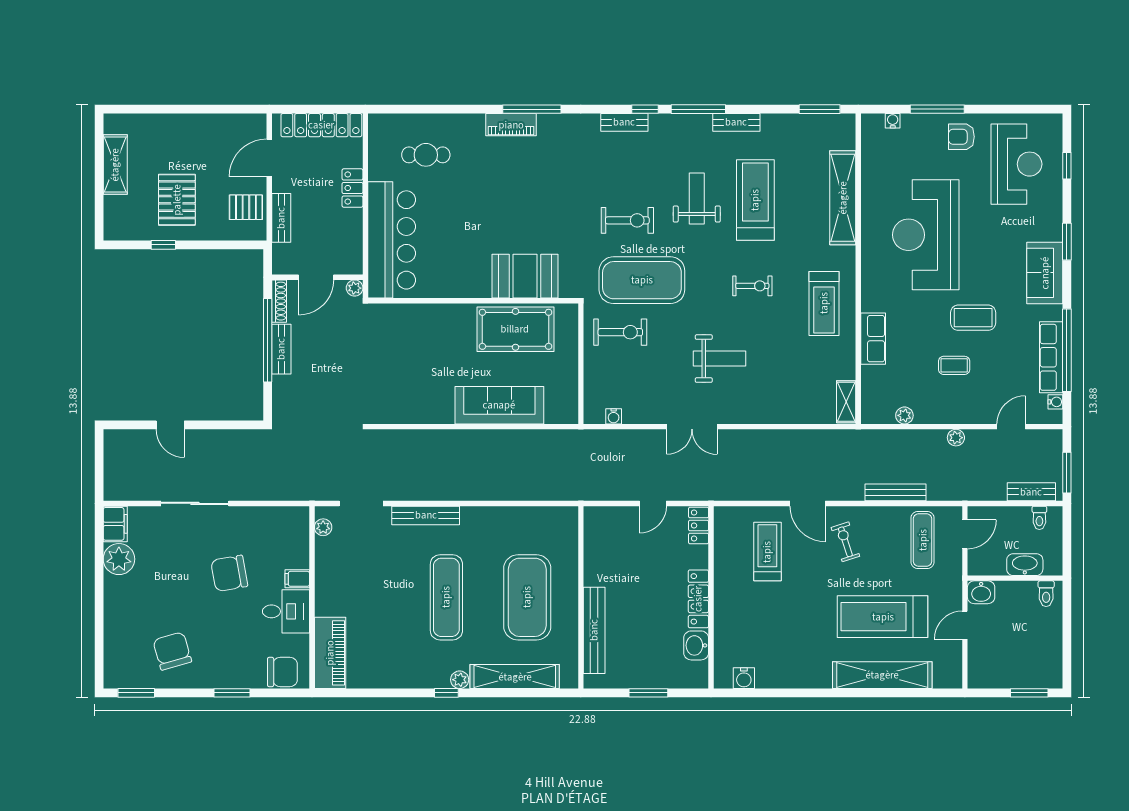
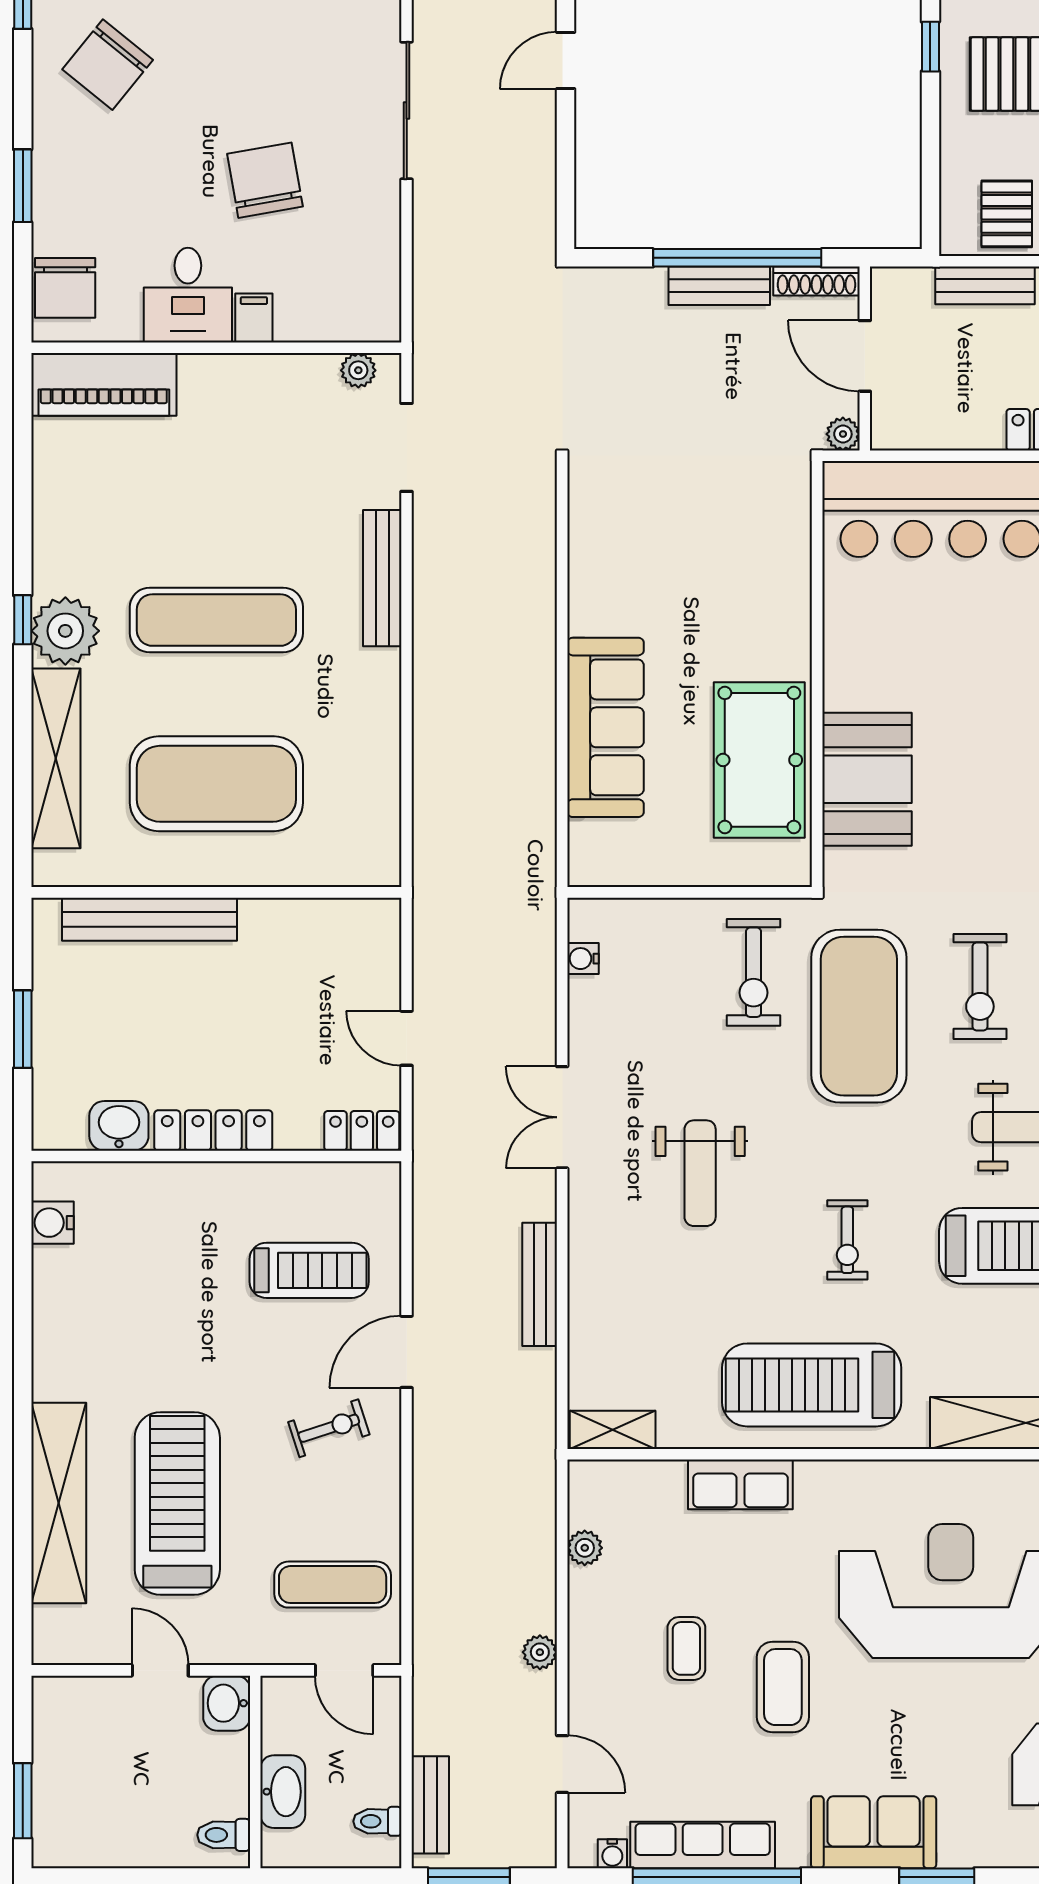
treadmill: (824, 303) -> (812, 1385), width x1.37, depth x1.38
bench: (895, 492) -> (540, 1284), moved
chair: (172, 651) -> (108, 65), turned 145
plant: (460, 680) -> (65, 631), width x1.88, depth x1.88

